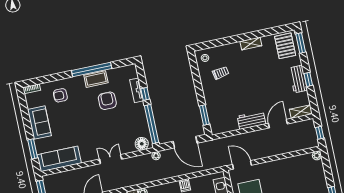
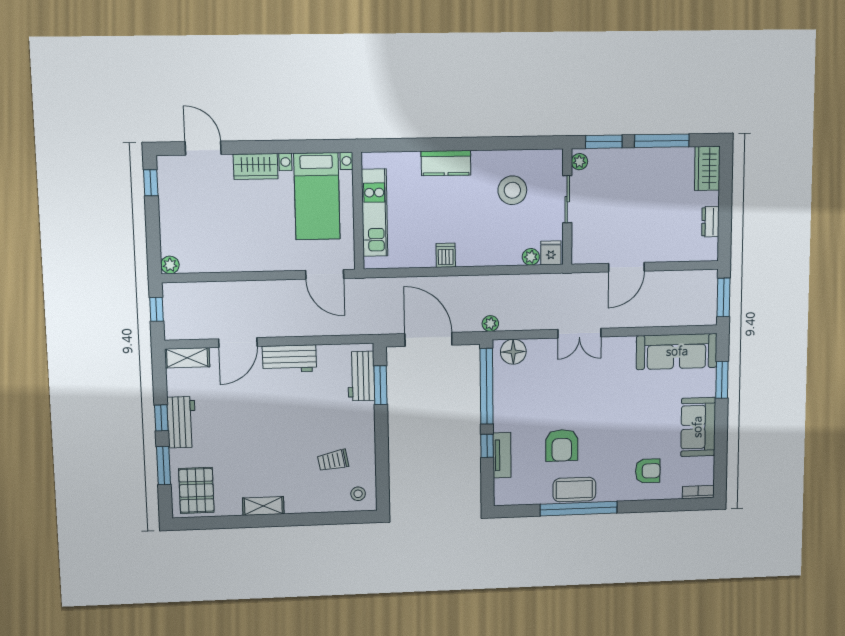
window: (301, 43) -> (164, 466), moved
workbench: (215, 118) -> (361, 376), added

